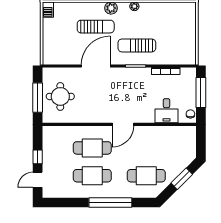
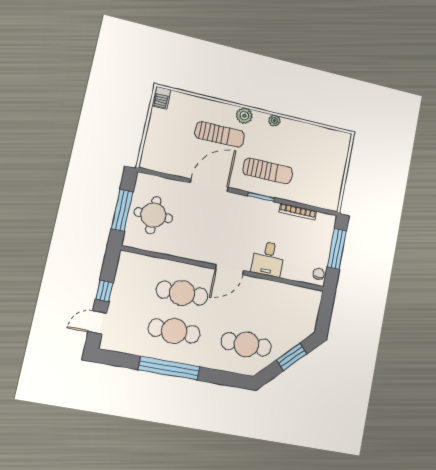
sun lounger: (137, 45) -> (268, 171), turned 180
desk: (167, 111) -> (268, 259), moved
window: (110, 202) -> (169, 368), moved

